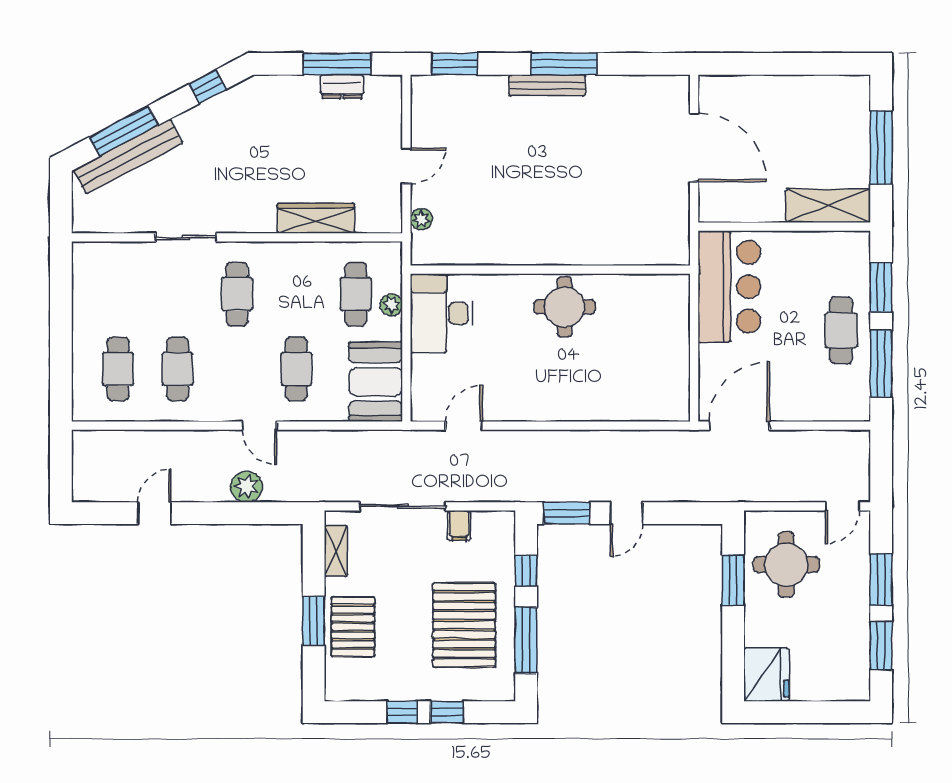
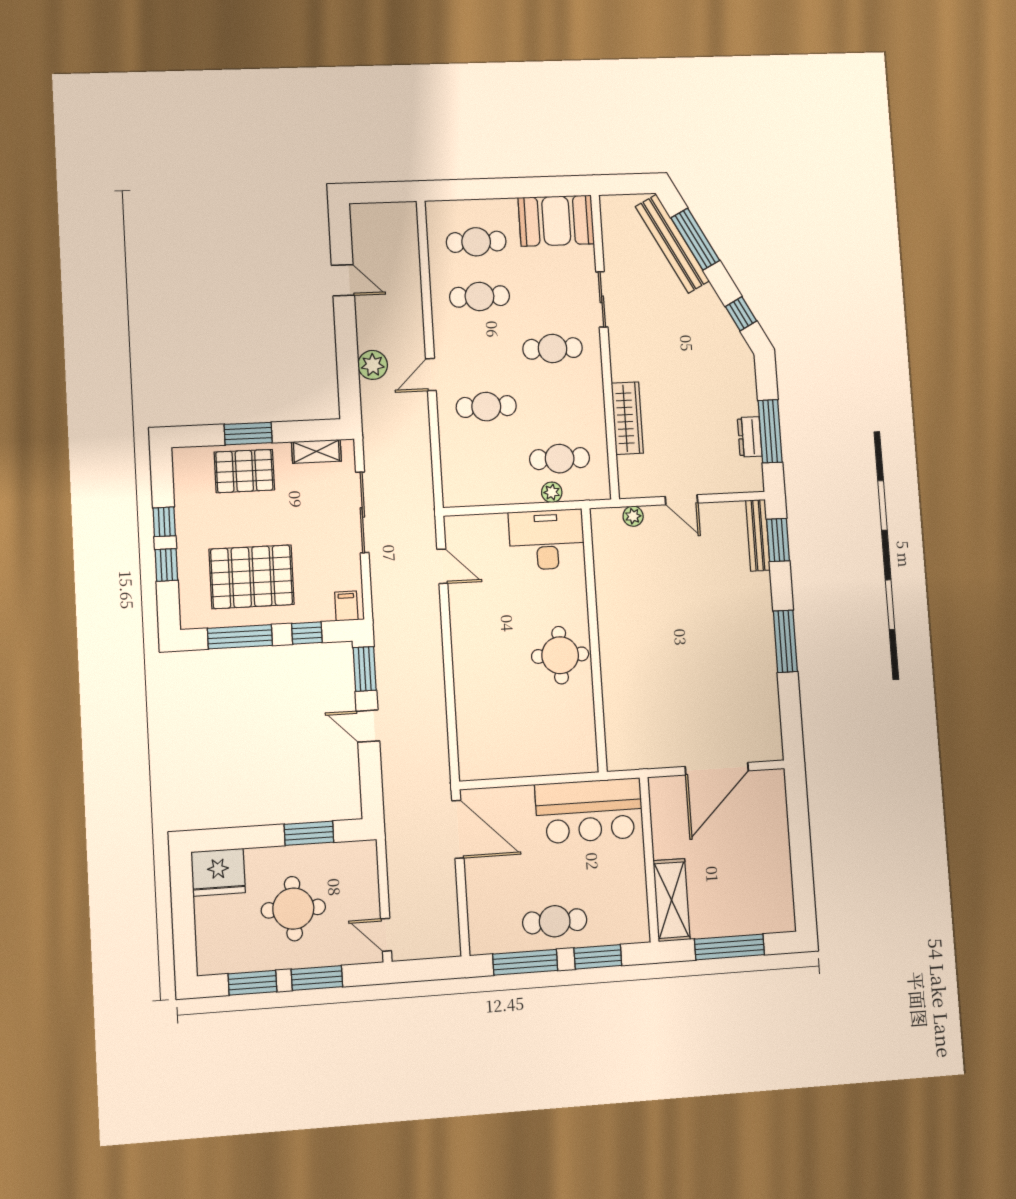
bench: (547, 85) -> (758, 535), moved
booth: (376, 382) -> (556, 221), moved
filing cabinet: (459, 525) -> (346, 606), moved, turned 90
round table: (786, 565) -> (293, 909), moved

